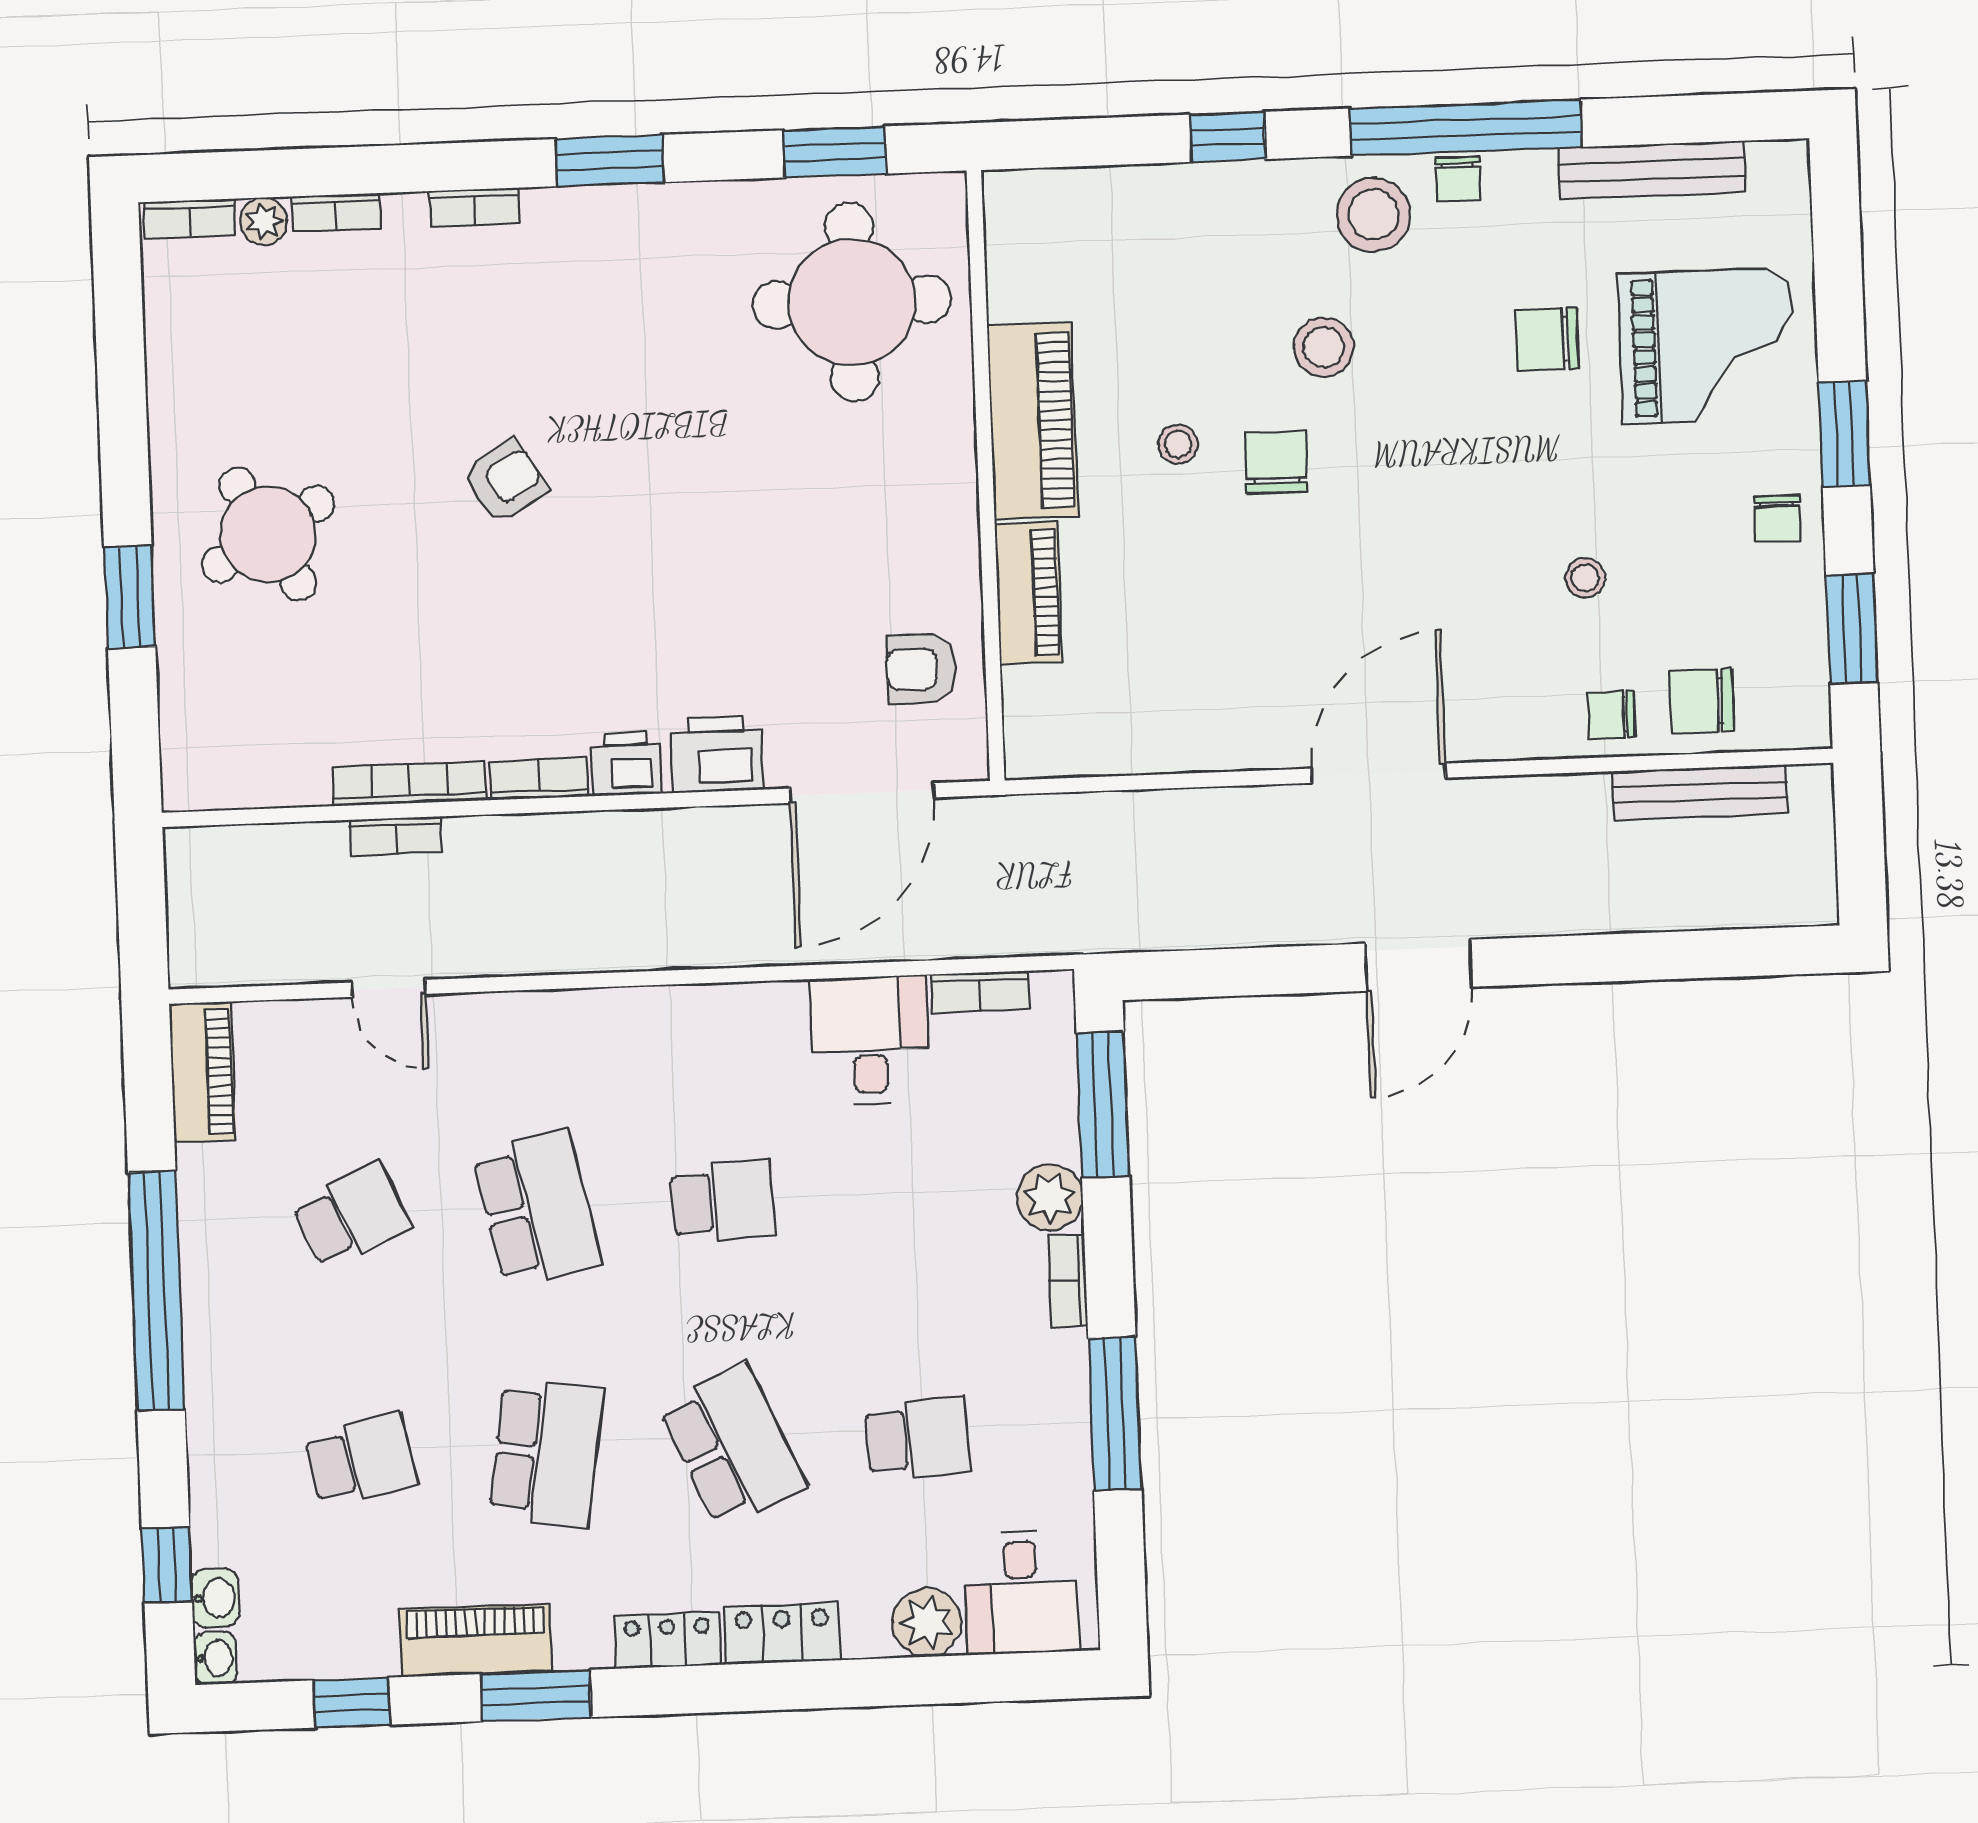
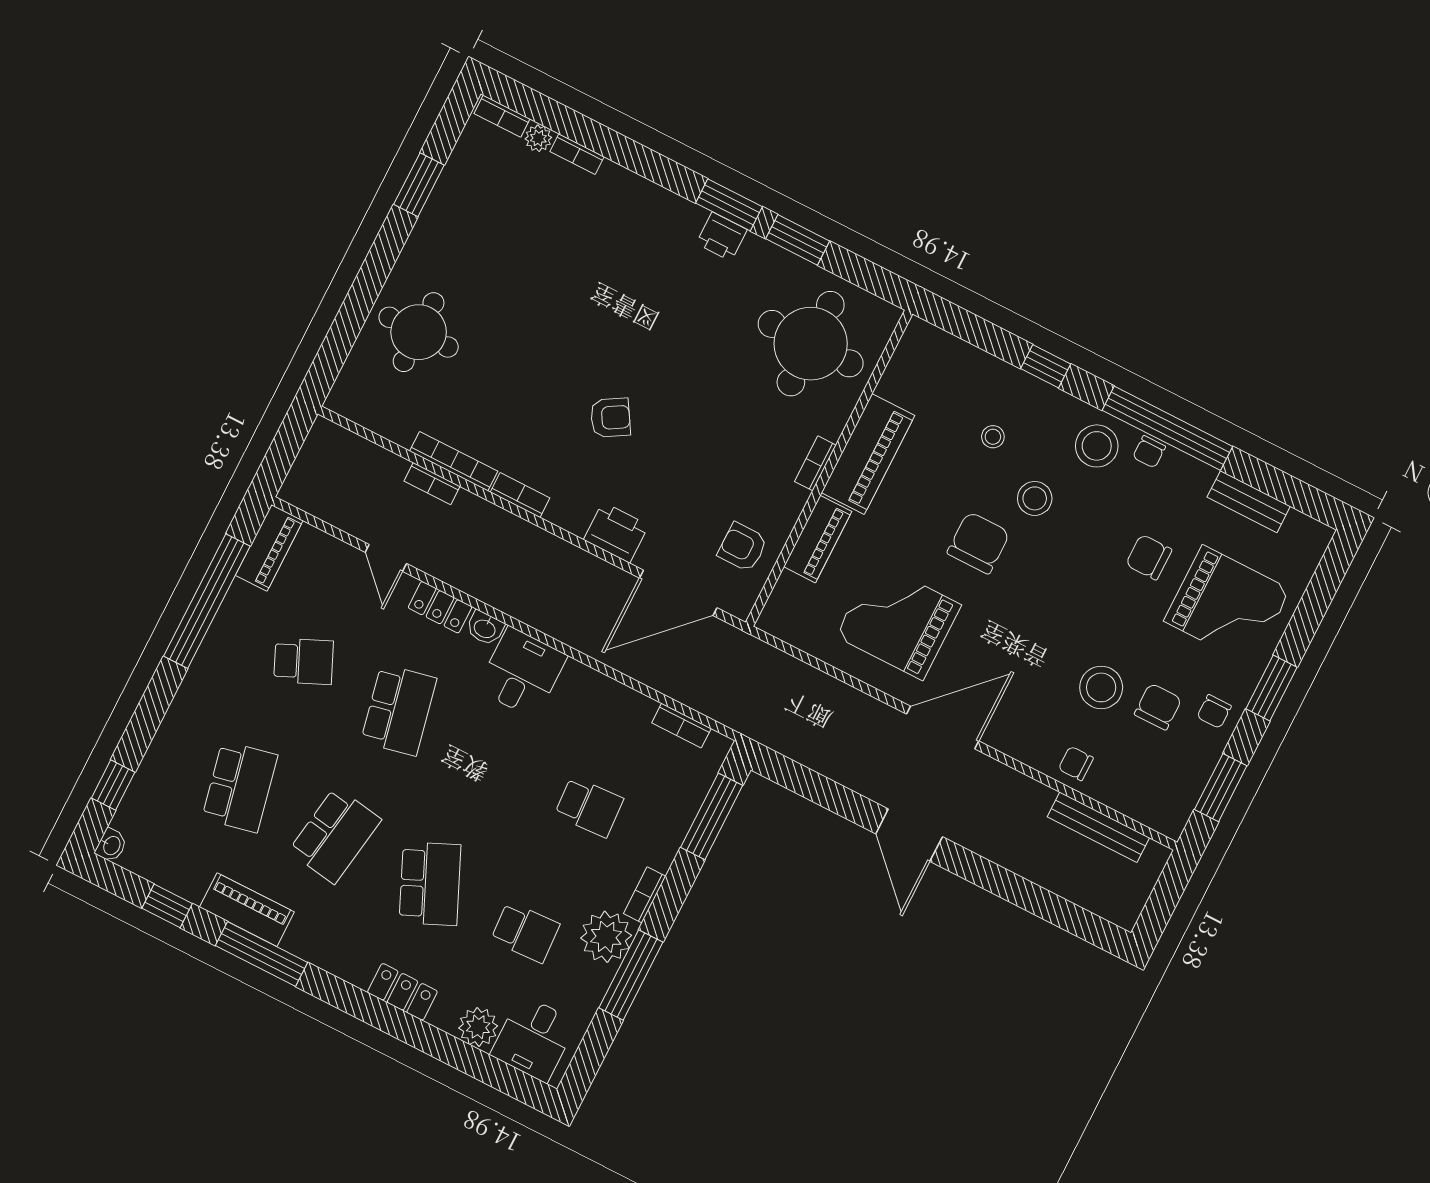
window: (835, 152) -> (798, 240), moved
bench: (1652, 170) -> (1249, 502), width x0.73
bookcase: (474, 207) -> (815, 463), moved, turned 90
stool: (1178, 444) -> (993, 437), moved
chair: (1276, 462) -> (978, 543), width x1.37, depth x1.37
armchair: (505, 481) -> (610, 418), moved
round table: (268, 534) -> (419, 332), moved, turned 30
stool: (1585, 578) -> (1101, 687), width x1.89, depth x1.89
window: (130, 597) -> (419, 185), moved
grand piano: (1220, 648) -> (898, 620), added
chair: (1702, 701) -> (1158, 707), moved, turned 90
printer: (626, 764) -> (722, 237), moved, turned 180
door: (1419, 965) -> (909, 835), hinge flipped
desk: (870, 1040) -> (522, 673), moved
plant: (1050, 1197) -> (606, 937), moved, width x1.36, depth x1.36
school desk: (723, 1201) -> (589, 807), moved
window: (156, 1291) -> (207, 601), moved
school desk: (361, 1460) -> (240, 787), width x1.85
washbasin: (215, 1598) -> (485, 628), moved, turned 90
locker: (667, 1640) -> (440, 607), moved, turned 180
window: (536, 1696) -> (262, 954), width x1.44

